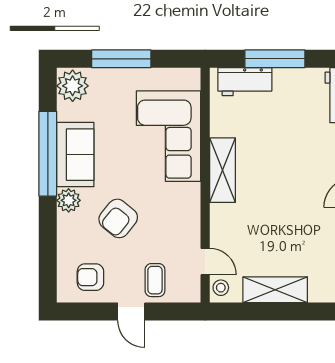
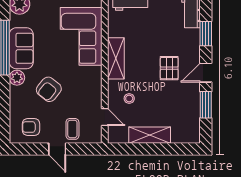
pallet: (306, 185) -> (169, 68), added
stool: (221, 288) -> (129, 98), moved

